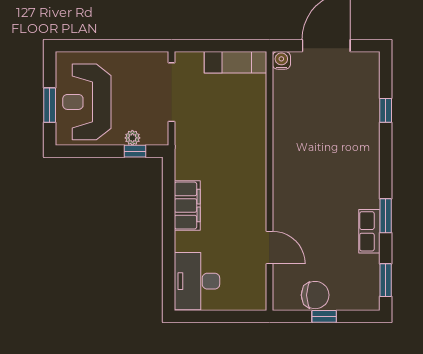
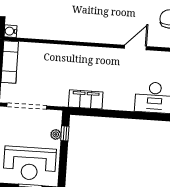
filing cabinet: (187, 206) -> (86, 99), moved

